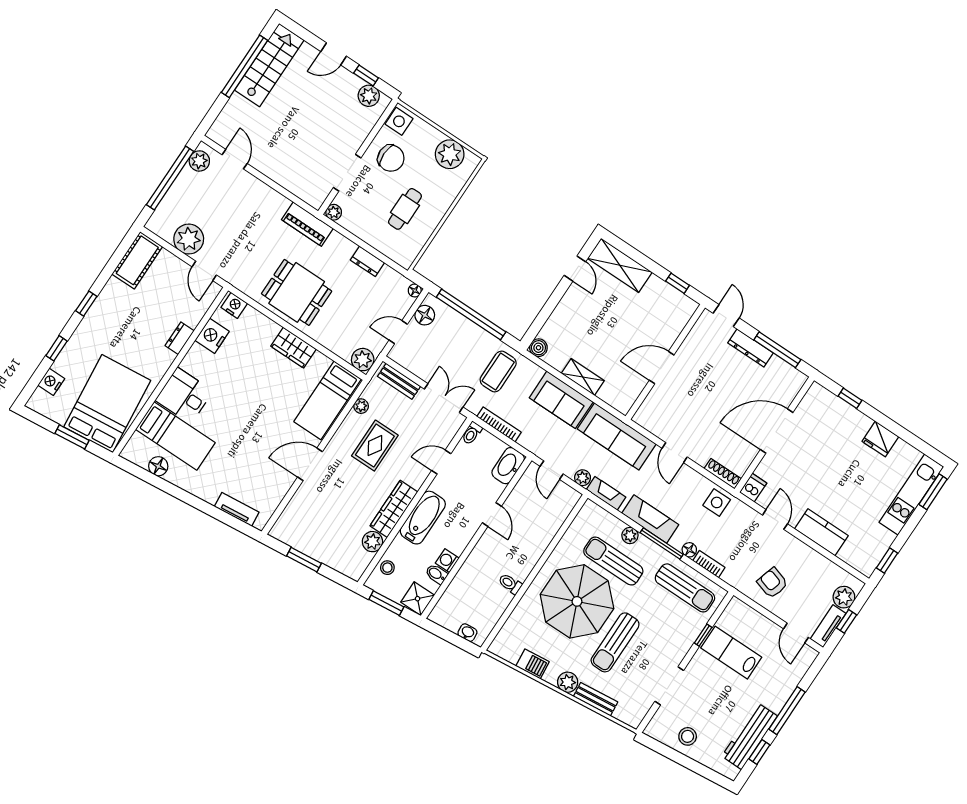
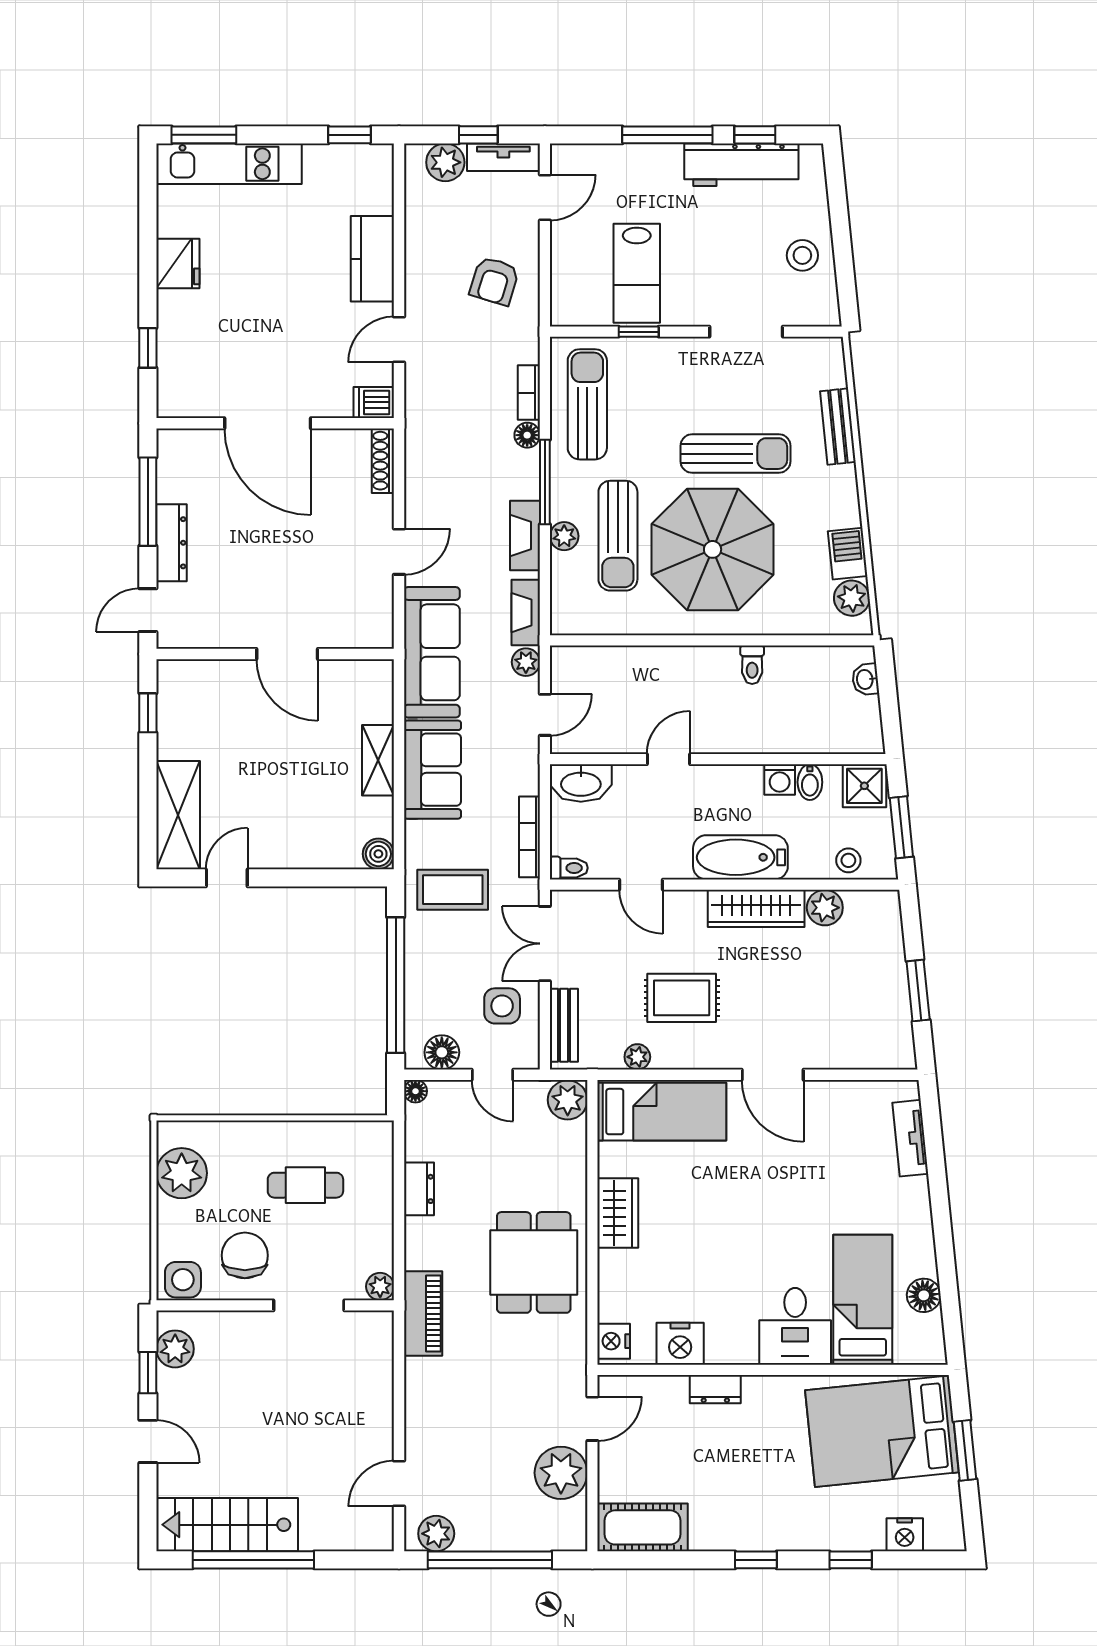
side table: (717, 502) -> (502, 1006), moved
fireplace: (650, 519) -> (525, 535), width x0.73, depth x0.76
plant: (568, 682) -> (852, 598), moved

